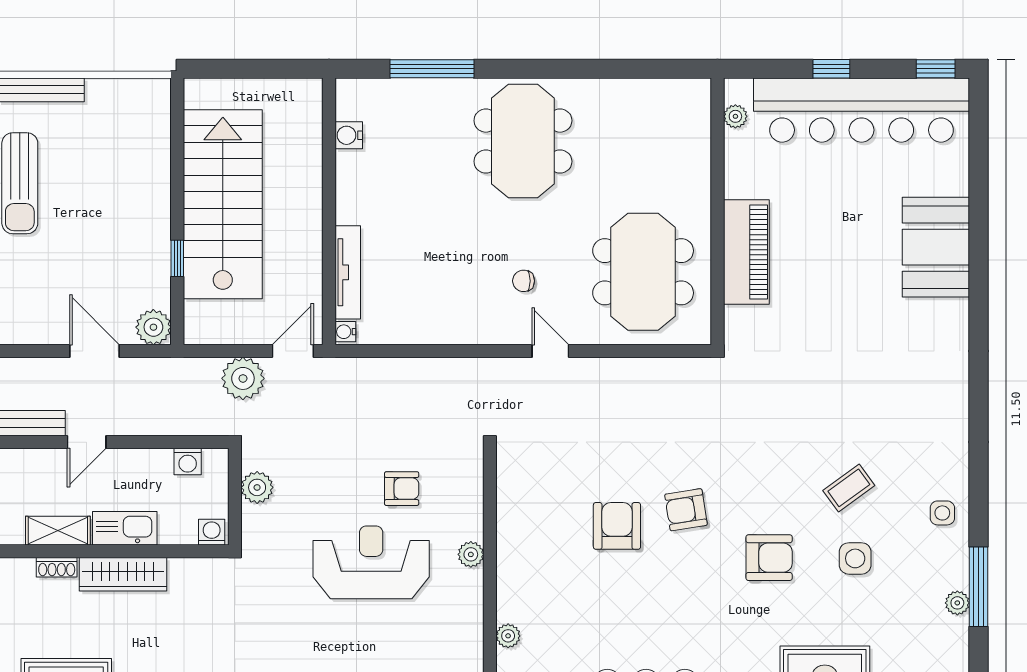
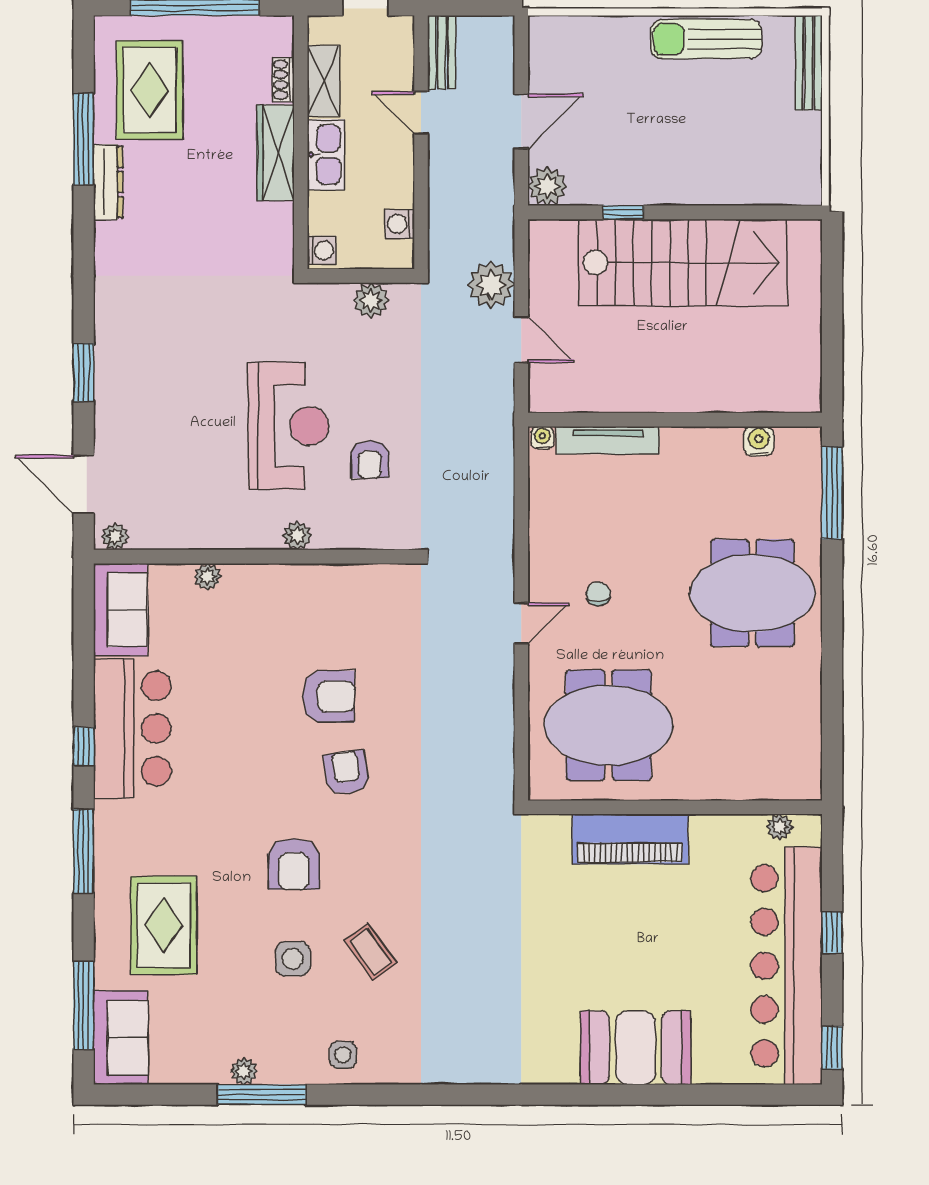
water cooler: (349, 135) -> (759, 441), moved
wall: (329, 211) -> (675, 420), moved
tv unit: (348, 272) -> (608, 440), moved
water cooler: (345, 332) -> (542, 438), moved

